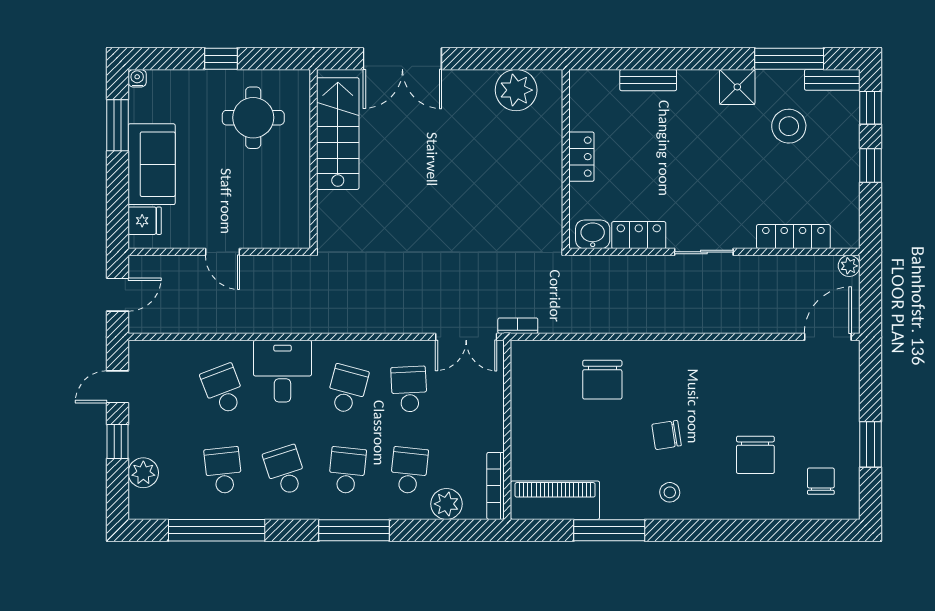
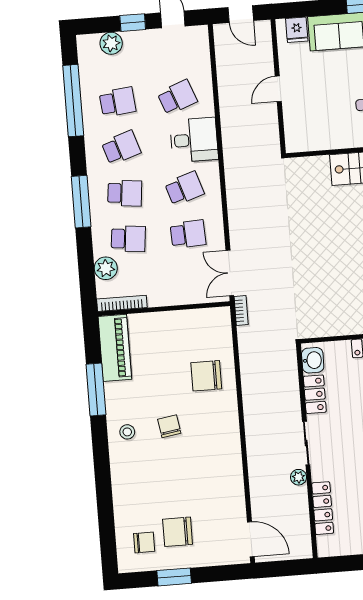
plant: (849, 266) -> (299, 477), moved
school desk: (347, 389) -> (184, 188), turned -33
chair: (755, 455) -> (178, 532), moved

